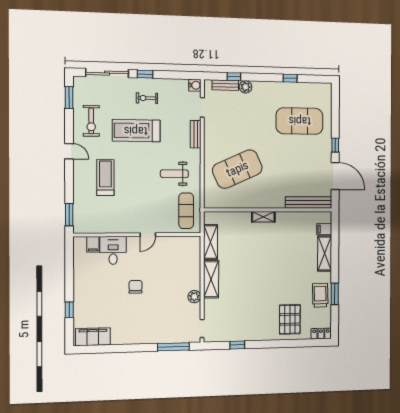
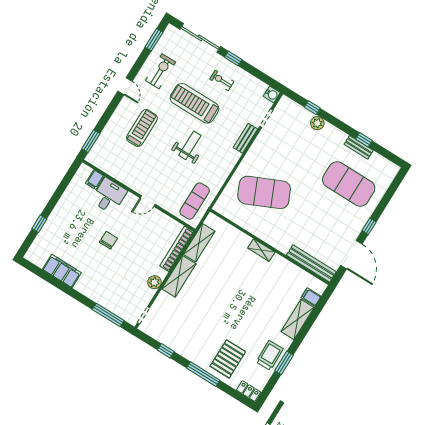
bench: (225, 85) -> (359, 147), moved
exercise bike: (91, 121) -> (160, 71), turned 180
weight bench: (174, 174) -> (190, 145), moved, turned 90
bookcase: (196, 258) -> (177, 249), added
filing cabinet: (93, 337) -> (62, 271), moved
window: (278, 344) -> (203, 374), added

